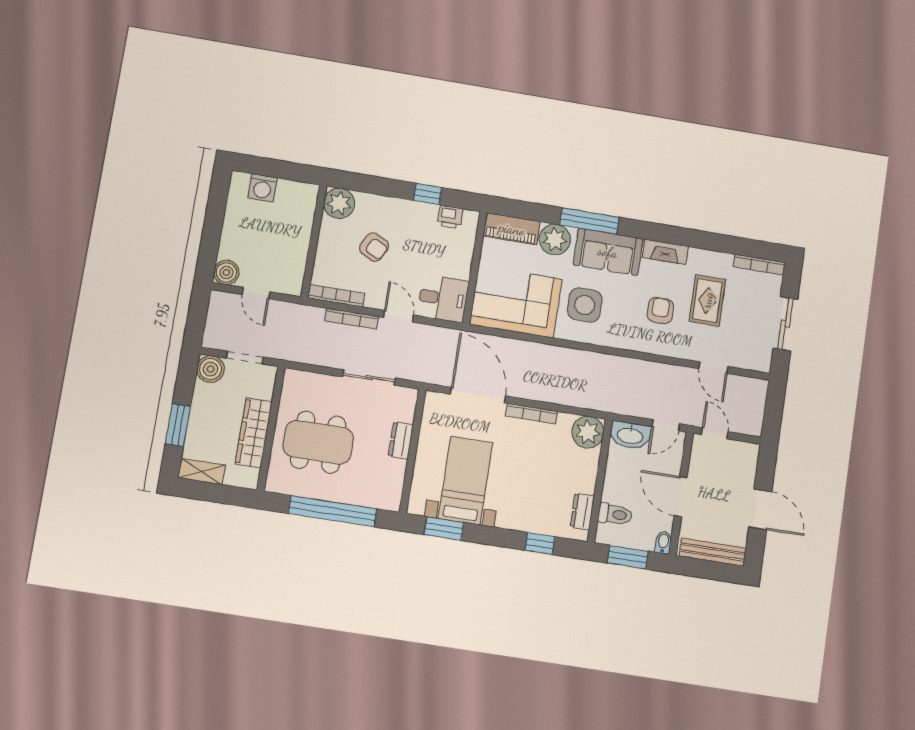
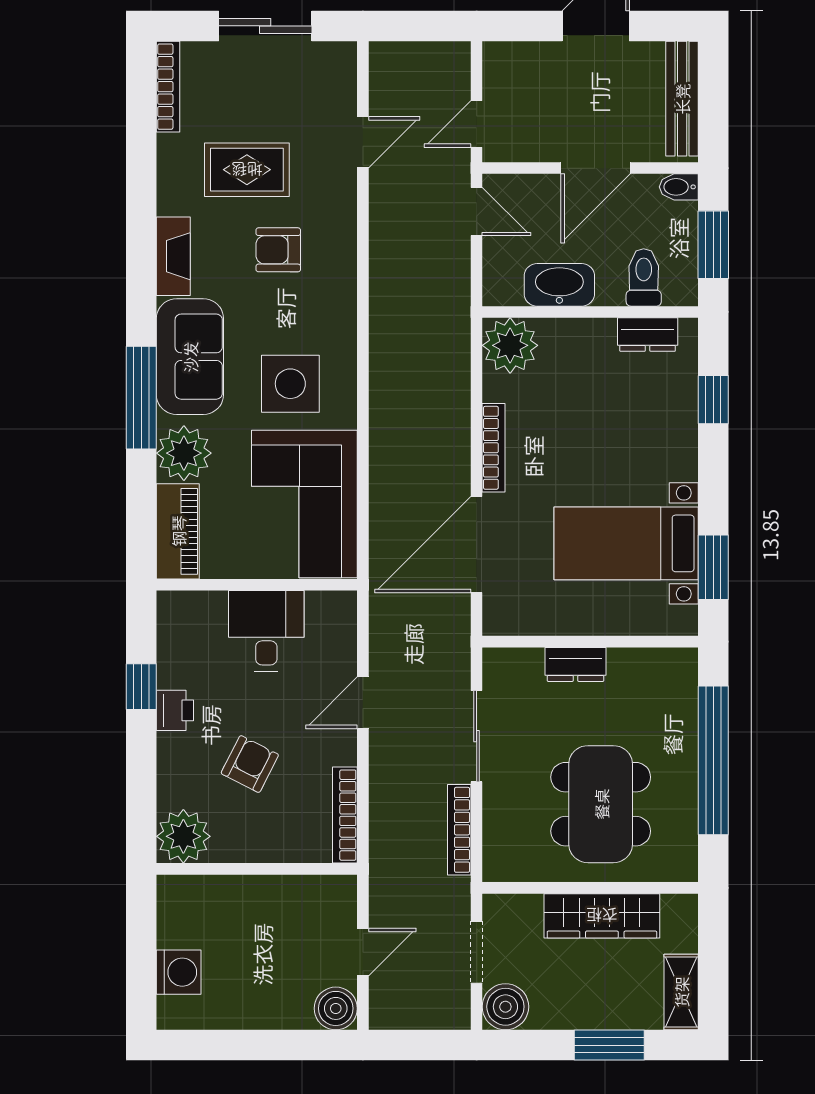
printer: (450, 217) -> (175, 710), moved
desk: (443, 299) -> (266, 631), moved
bookcase: (351, 319) -> (459, 830), moved, turned 180
washbasin: (630, 435) -> (559, 285), moved, turned -90

